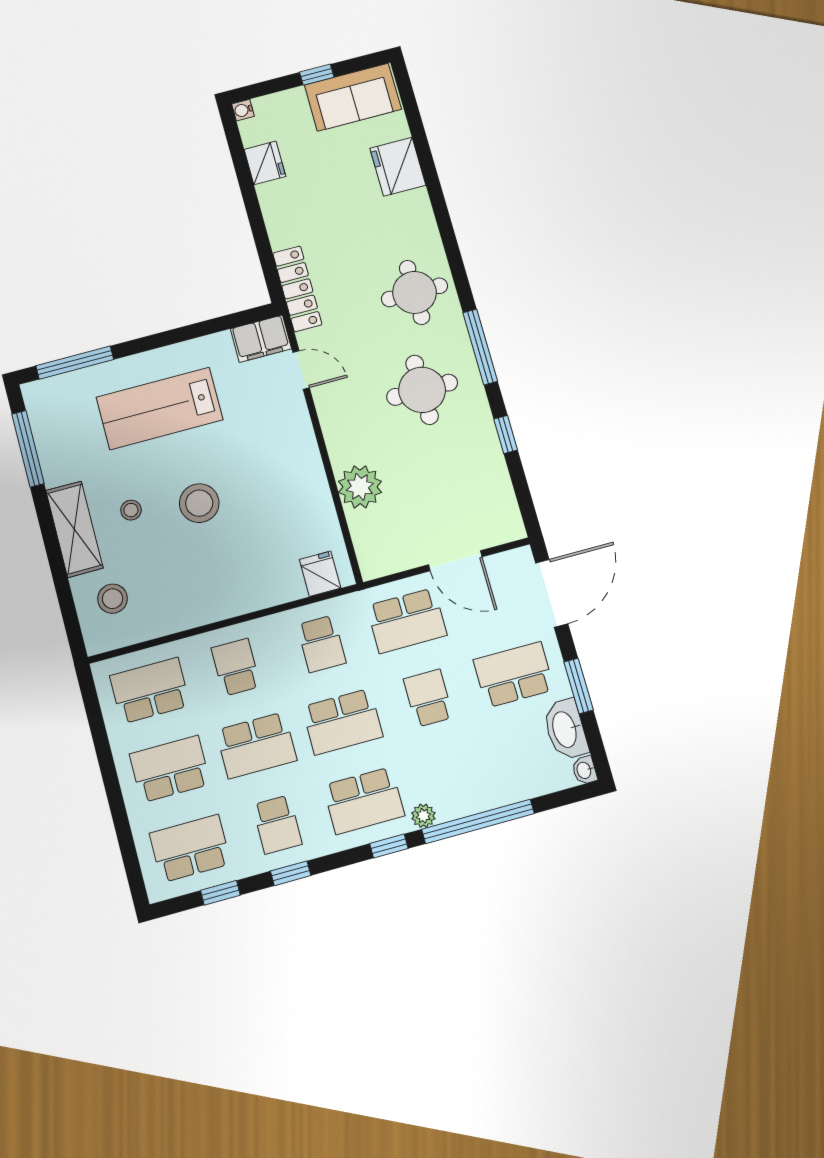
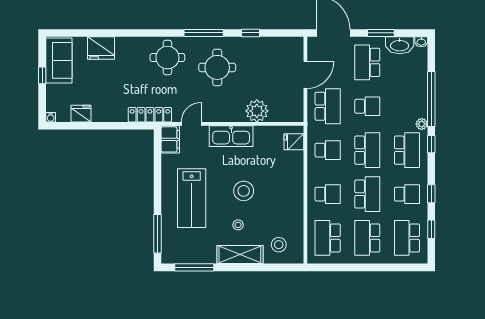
kitchen sink: (298, 451) -> (231, 136), added
school desk: (236, 667) -> (328, 194), turned 180
school desk: (428, 698) -> (367, 106), turned 180

